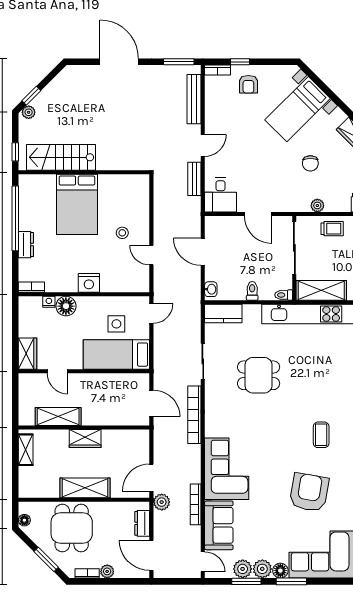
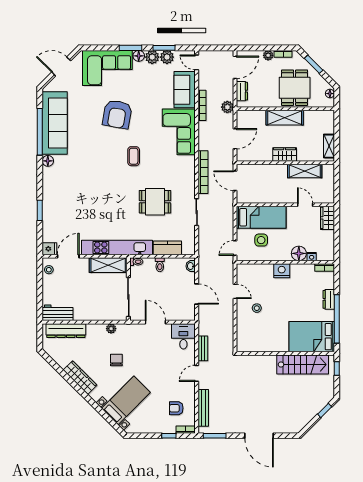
armchair: (248, 84) -> (176, 408), moved, turned -90
plant: (29, 112) -> (327, 398), removed
bed: (77, 204) -> (312, 337), moved, turned -90
trolley: (332, 229) -> (100, 311), removed
kitchen counter: (223, 314) -> (167, 248), moved
coffee table: (321, 435) -> (134, 156), moved
door: (151, 478) -> (235, 139), moved
door: (151, 555) -> (235, 67), hinge flipped

